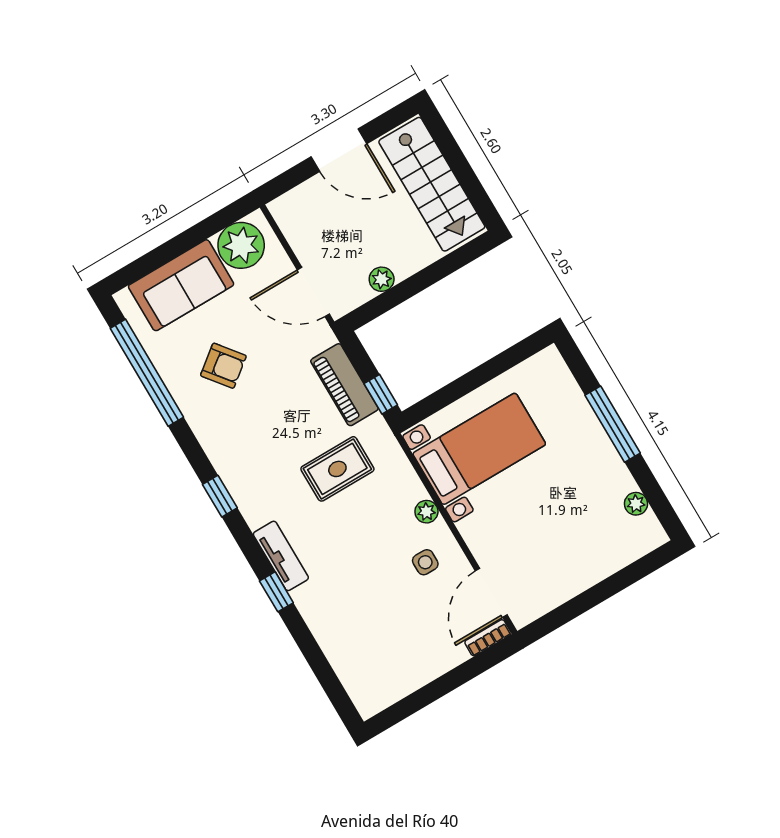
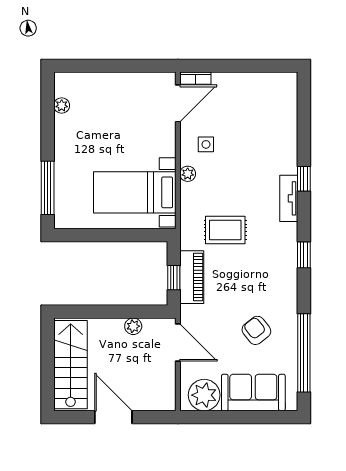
window: (381, 394) -> (174, 278), moved
window: (613, 424) -> (48, 188), moved

